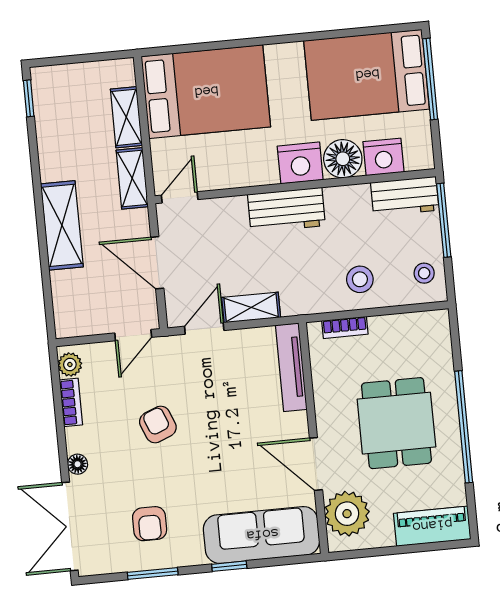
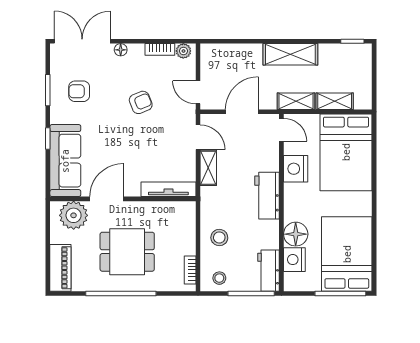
nightstand: (300, 163) -> (296, 169), moved
shelving: (62, 225) -> (290, 54), moved
bookcase: (345, 327) -> (190, 270), moved

